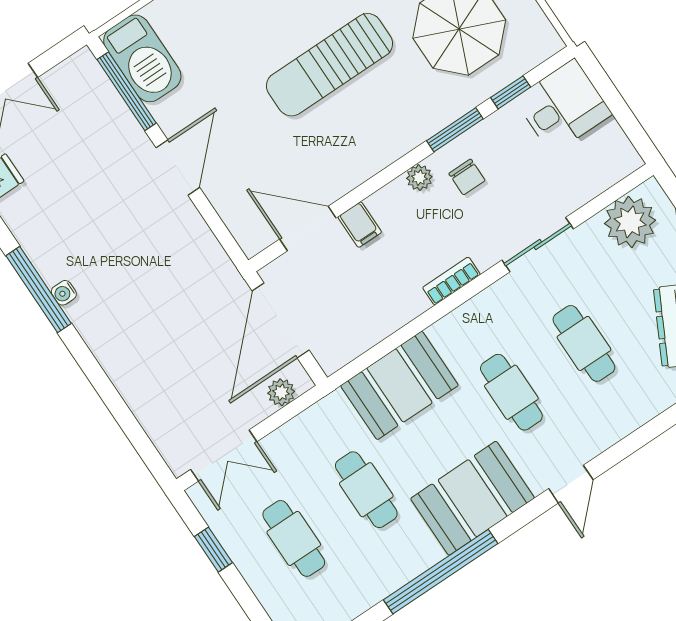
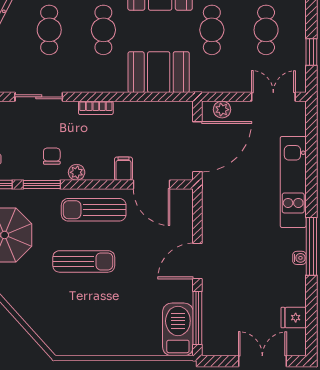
sun lounger: (329, 65) -> (84, 261), width x0.73, depth x0.75
sun lounger: (363, 143) -> (94, 210), added
water cooler: (64, 293) -> (299, 258), moved
kitchen unit: (121, 359) -> (293, 182), added

